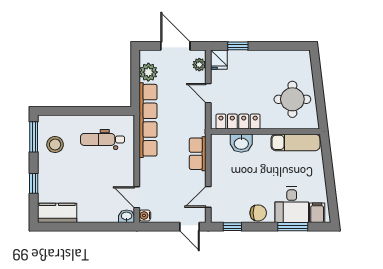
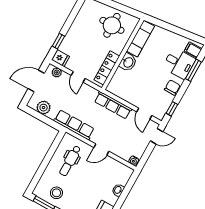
door: (208, 93) -> (78, 77), hinge flipped
row of seats: (148, 120) -> (74, 125), width x0.73
washbasin: (241, 143) -> (128, 62), moved
row of seats: (198, 154) -> (113, 105), width x1.48
door: (137, 197) -> (101, 149), moved
washbasin: (127, 216) -> (118, 190), moved

